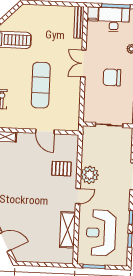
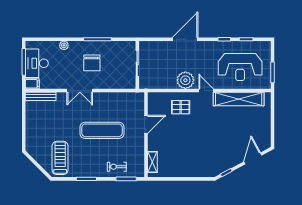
pallet: (61, 169) -> (181, 107), turned 90
shelving: (68, 230) -> (239, 99), width x1.47

